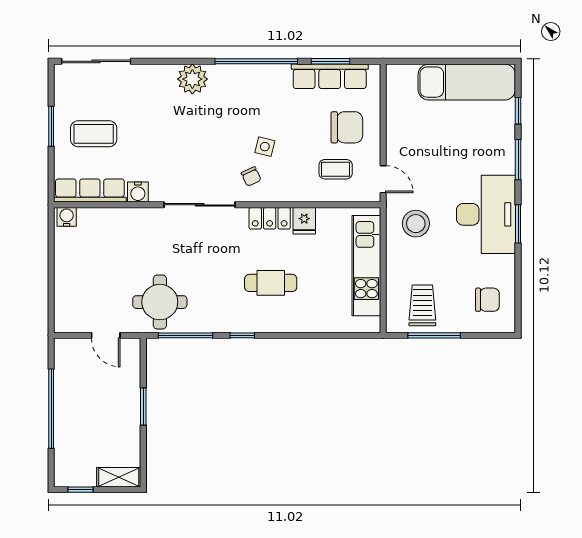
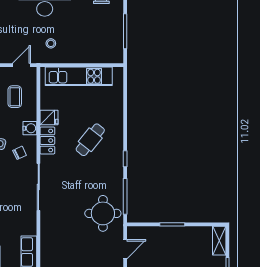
water cooler: (138, 192) -> (30, 128), moved
stool: (416, 224) -> (51, 43), width x0.53, depth x0.53
cafe table: (271, 283) -> (90, 140), turned 38
trolley: (422, 305) -> (105, 39), removed

